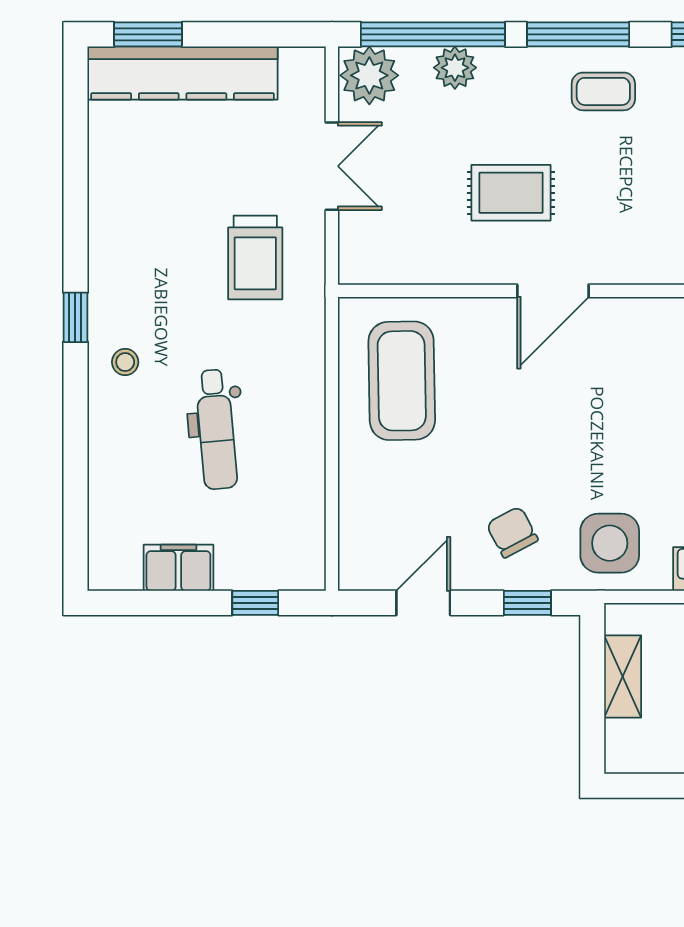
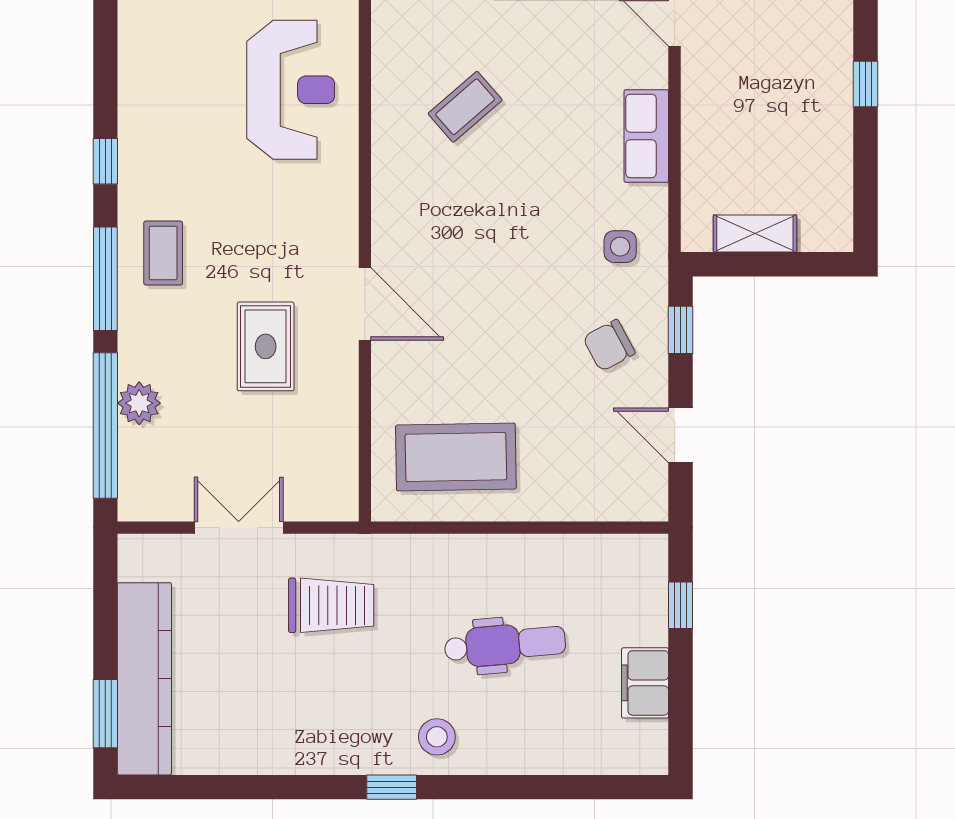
plant: (369, 75) -> (147, 490), removed
stool: (125, 362) -> (437, 737), width x1.37, depth x1.37
side table: (610, 543) -> (620, 247), width x0.54, depth x0.54

